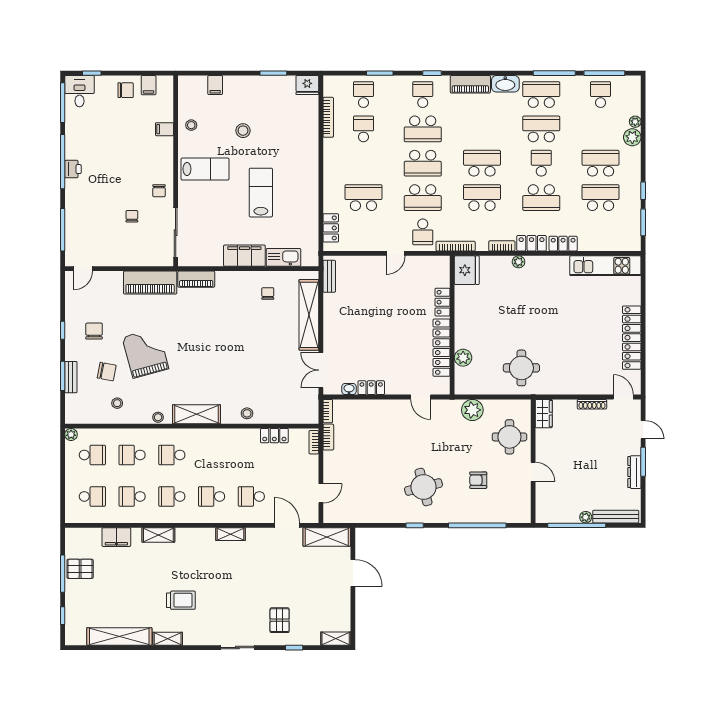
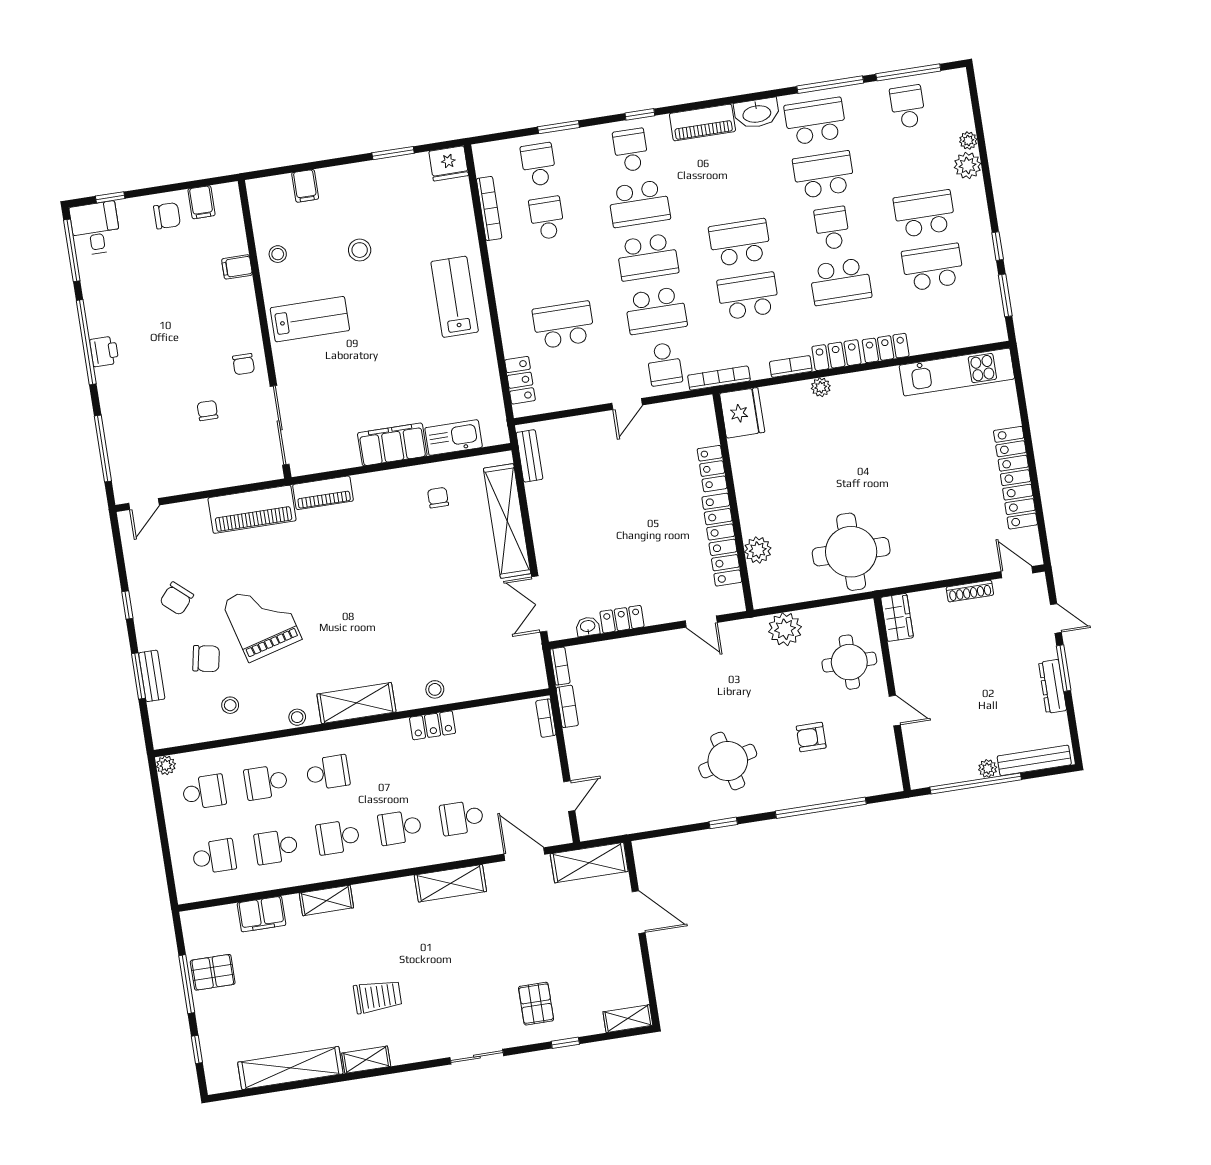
lab bench: (261, 193) -> (455, 297), moved
chair: (94, 331) -> (177, 599), turned -139
round table: (521, 368) -> (851, 552), width x1.36, depth x1.36
locker: (274, 436) -> (433, 725), moved
school desk: (172, 455) -> (328, 773), turned 180
shelving: (230, 534) -> (450, 883), width x1.50, depth x1.33

